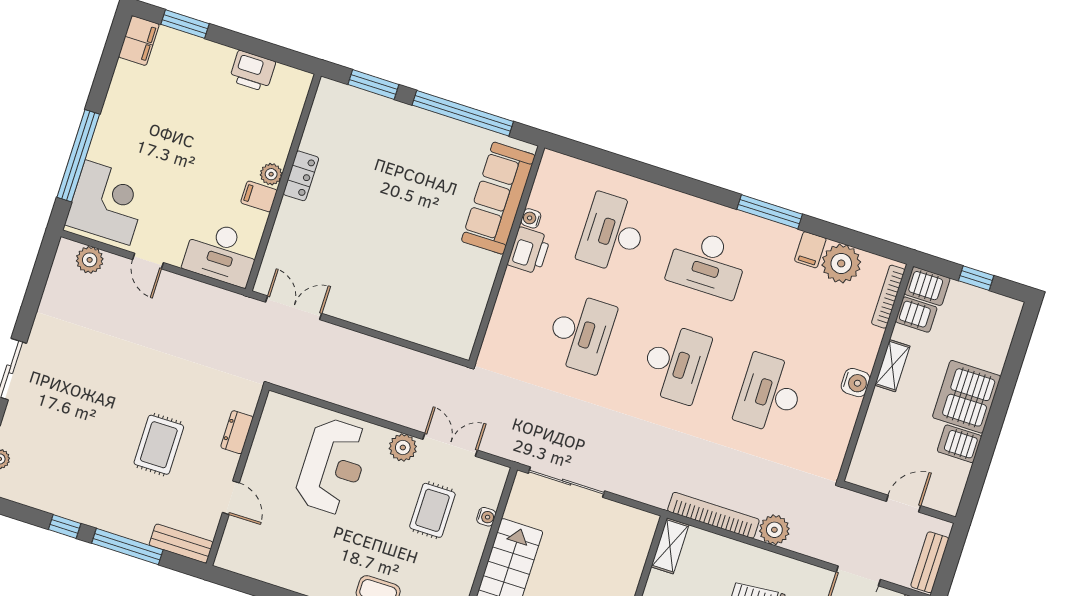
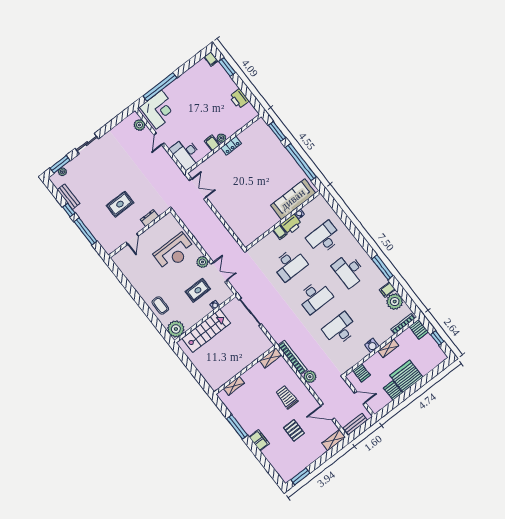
filing cabinet: (139, 41) -> (211, 59), width x0.50
filing cabinet: (517, 282) -> (280, 232), added
server rack: (916, 315) -> (361, 373), moved
bench: (181, 544) -> (69, 197), moved

